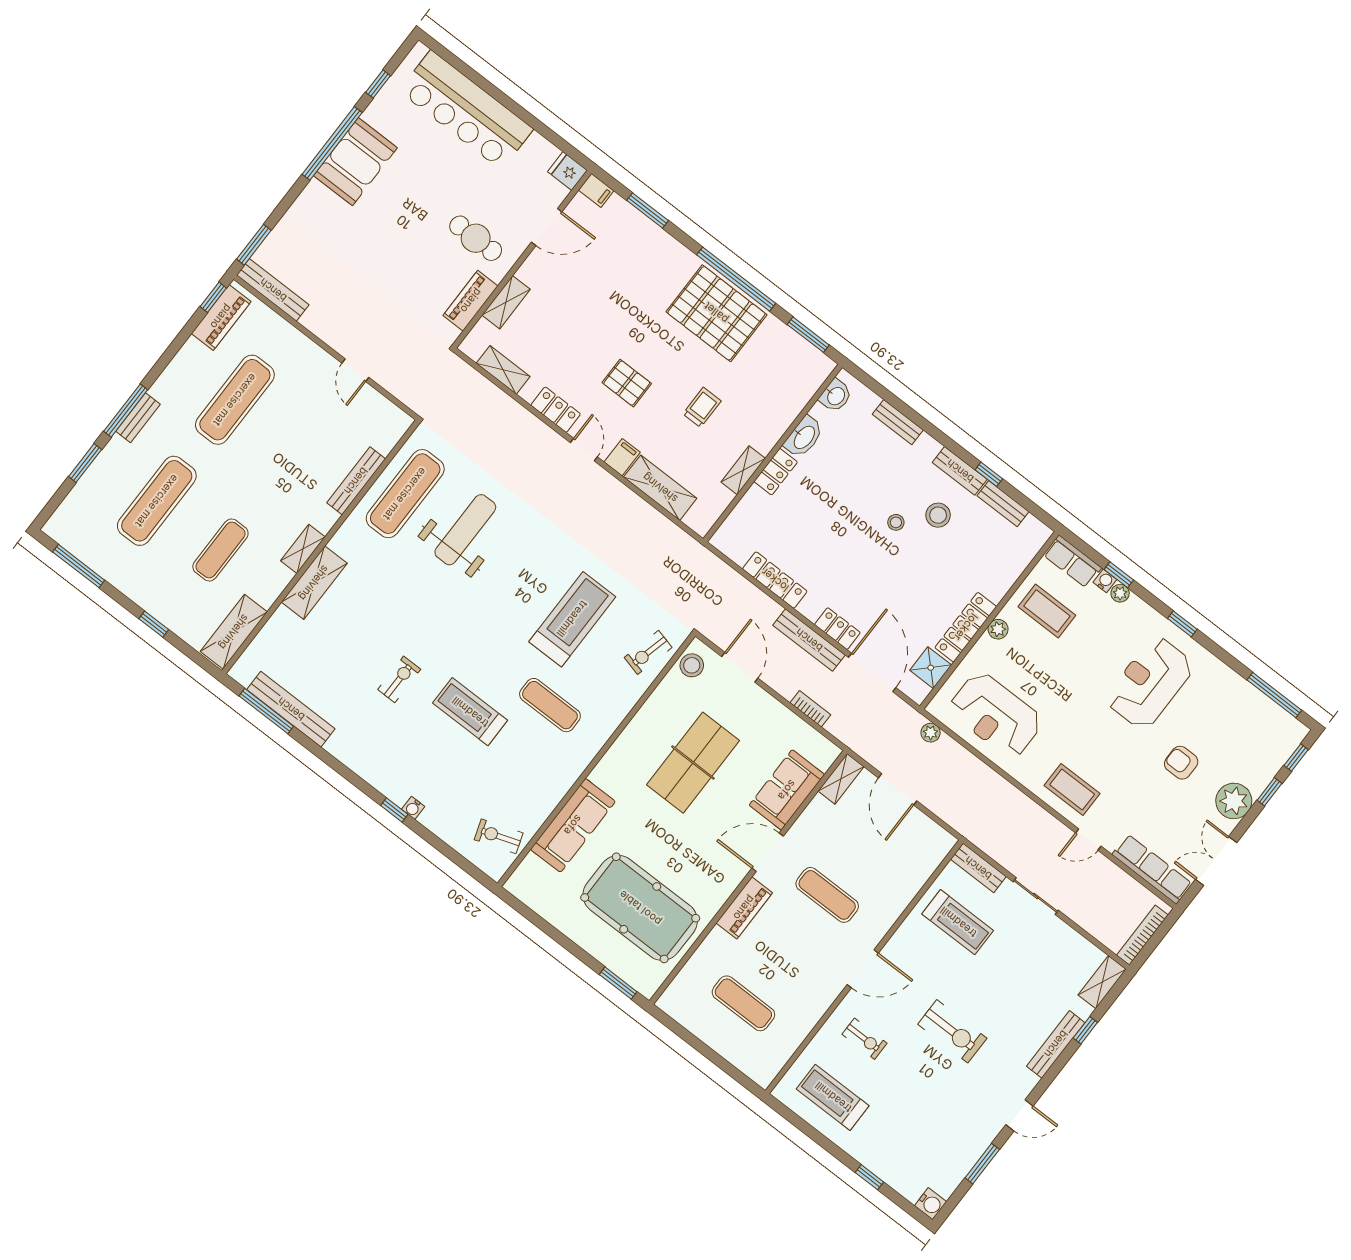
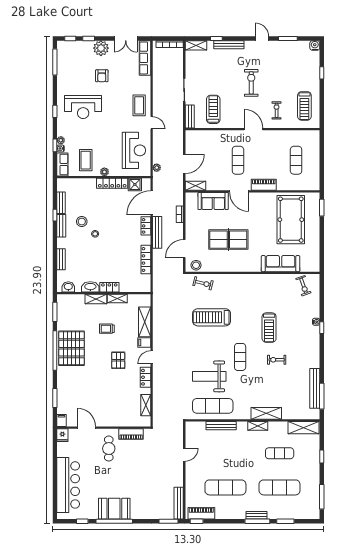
shelving: (506, 302) -> (96, 299), moved
exercise mat: (550, 705) -> (240, 357), moved
door: (1088, 840) -> (152, 123), moved

